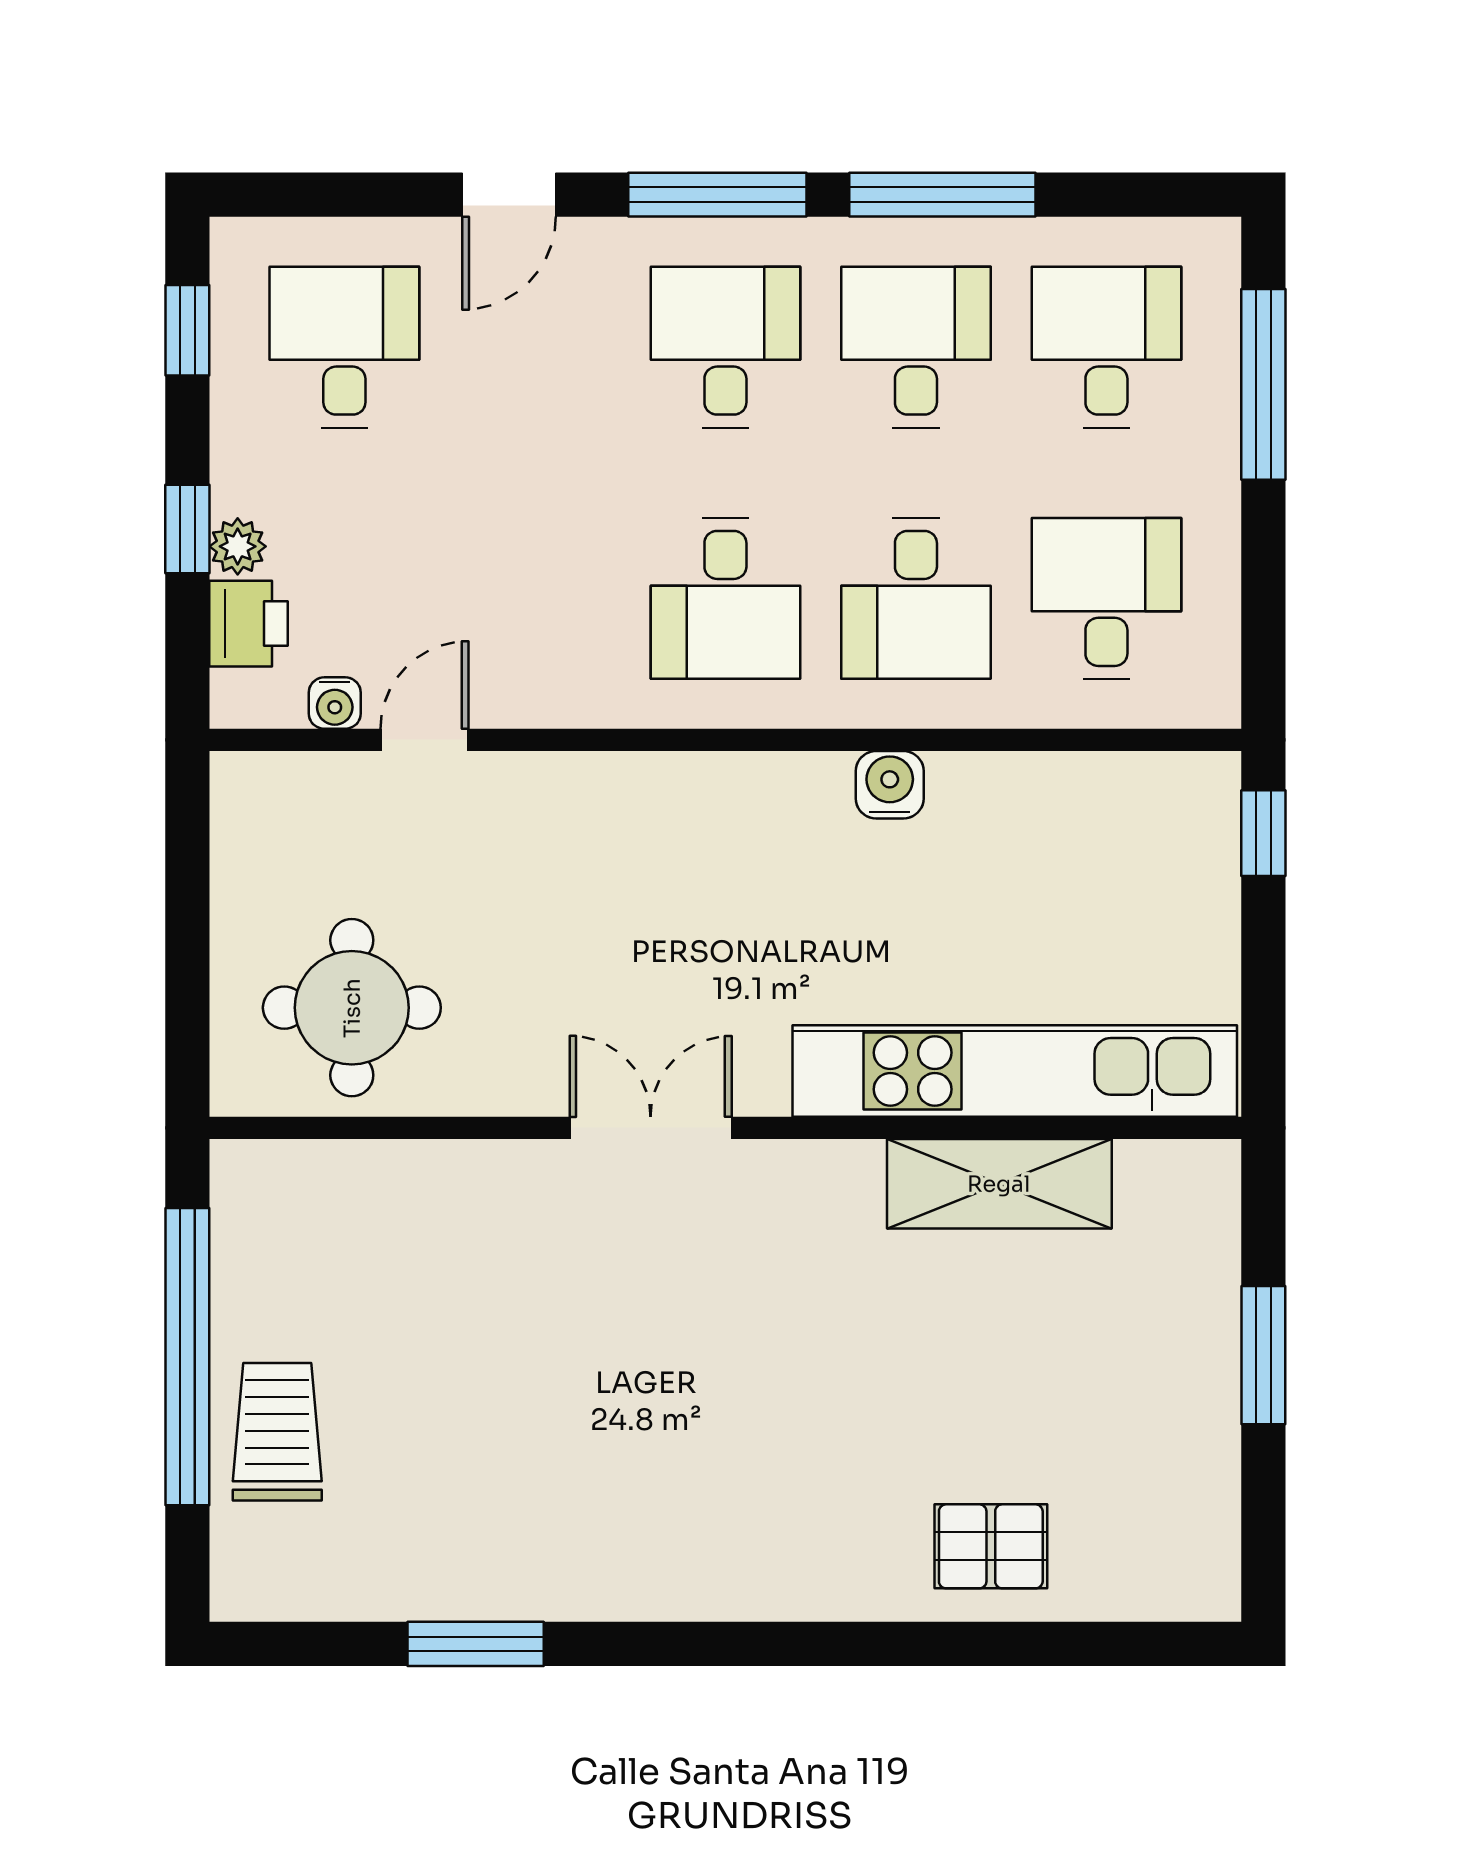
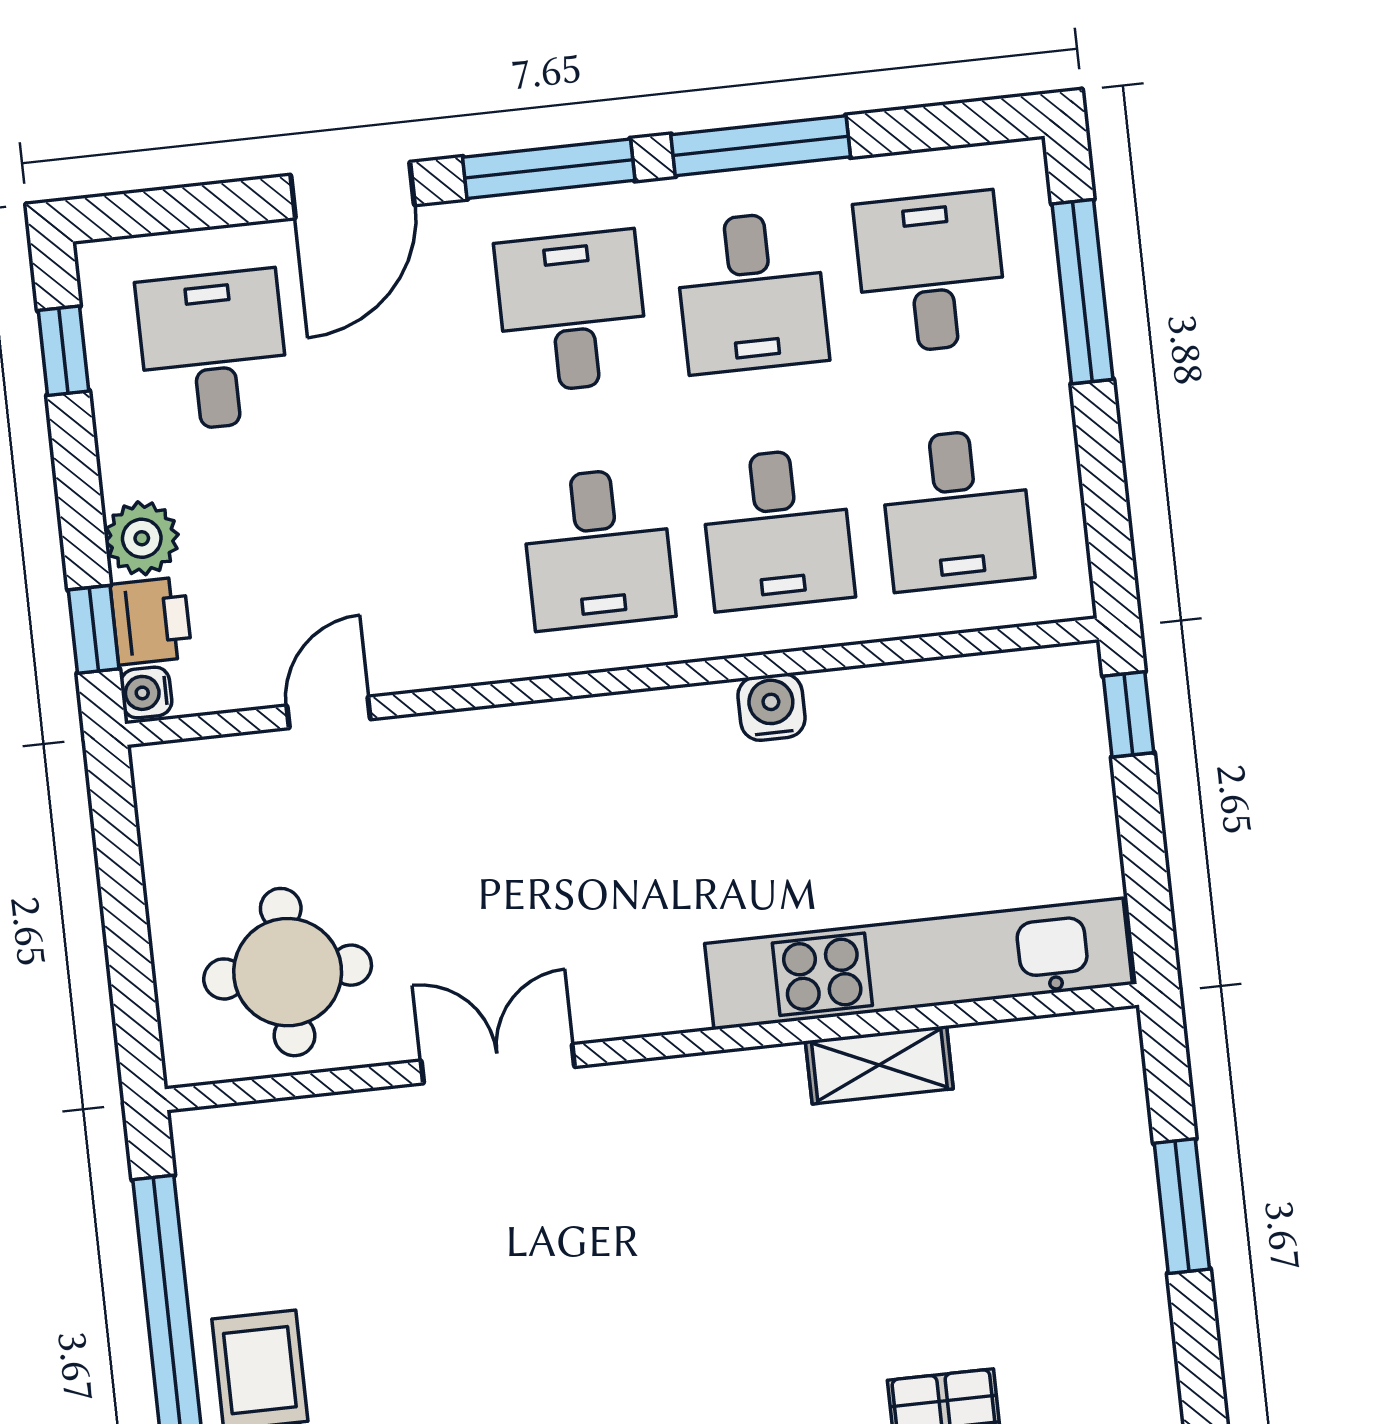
door: (509, 195) -> (353, 190), width x1.38
desk: (916, 347) -> (751, 292), turned 180
window: (187, 529) -> (94, 629), moved
plant: (238, 546) -> (142, 538), width x1.38, depth x1.38
desk: (1106, 598) -> (957, 509), turned 180
water cooler: (335, 703) -> (146, 692), moved, turned 90
double door: (651, 1128) -> (498, 1064), moved
shelving: (999, 1184) -> (879, 1065), width x0.67, depth x0.75

